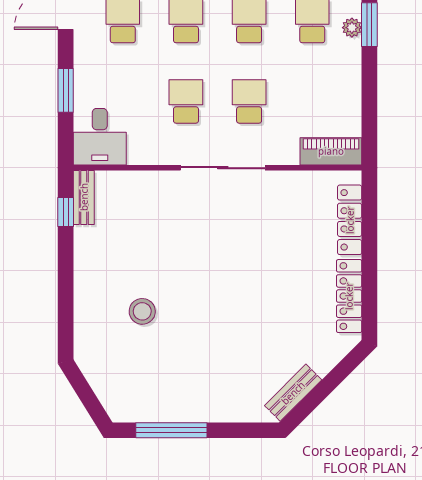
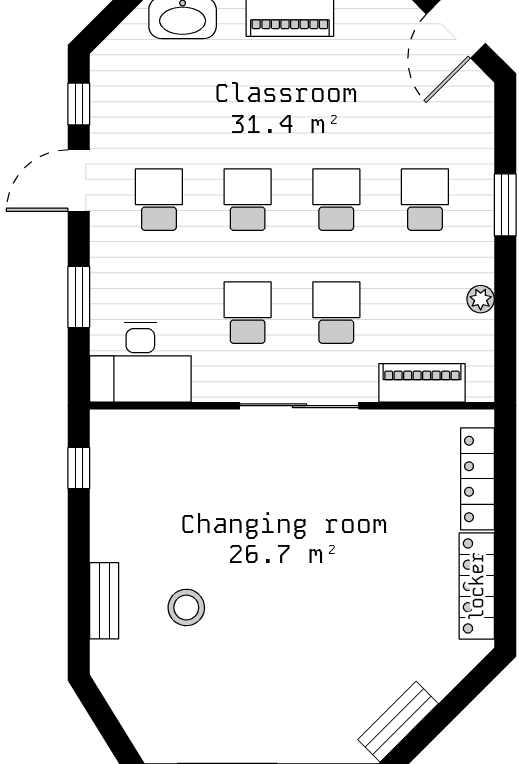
plant: (352, 28) -> (481, 299), moved
desk: (100, 137) -> (140, 362), width x1.37
piano: (331, 151) -> (422, 383), moved
bench: (84, 197) -> (104, 601), moved

